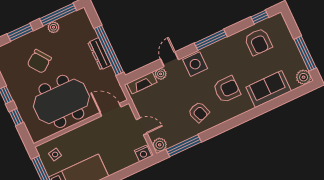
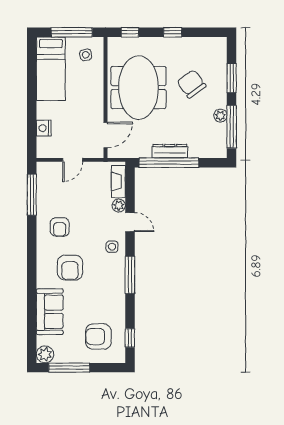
armchair: (258, 42) -> (98, 337), moved
side table: (195, 64) -> (112, 247), width x0.54, depth x0.54
armchair: (199, 112) -> (60, 227), turned -70
window: (16, 117) -> (130, 32), moved
plant: (160, 145) -> (44, 170), removed
nightstand: (143, 153) -> (44, 128), moved

